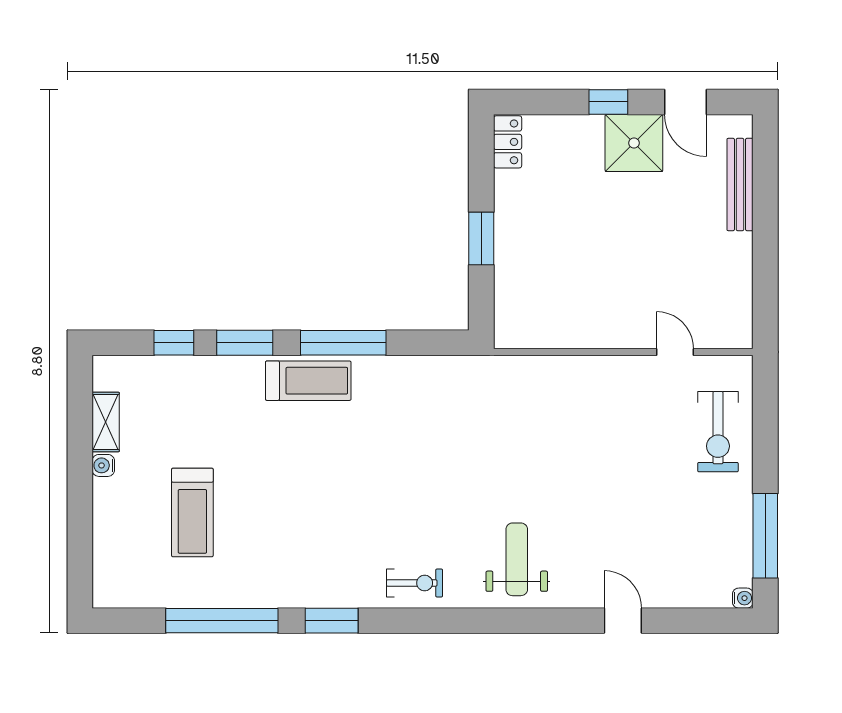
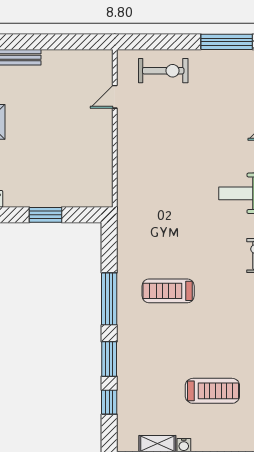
treadmill: (308, 381) -> (168, 291), moved, turned -90

